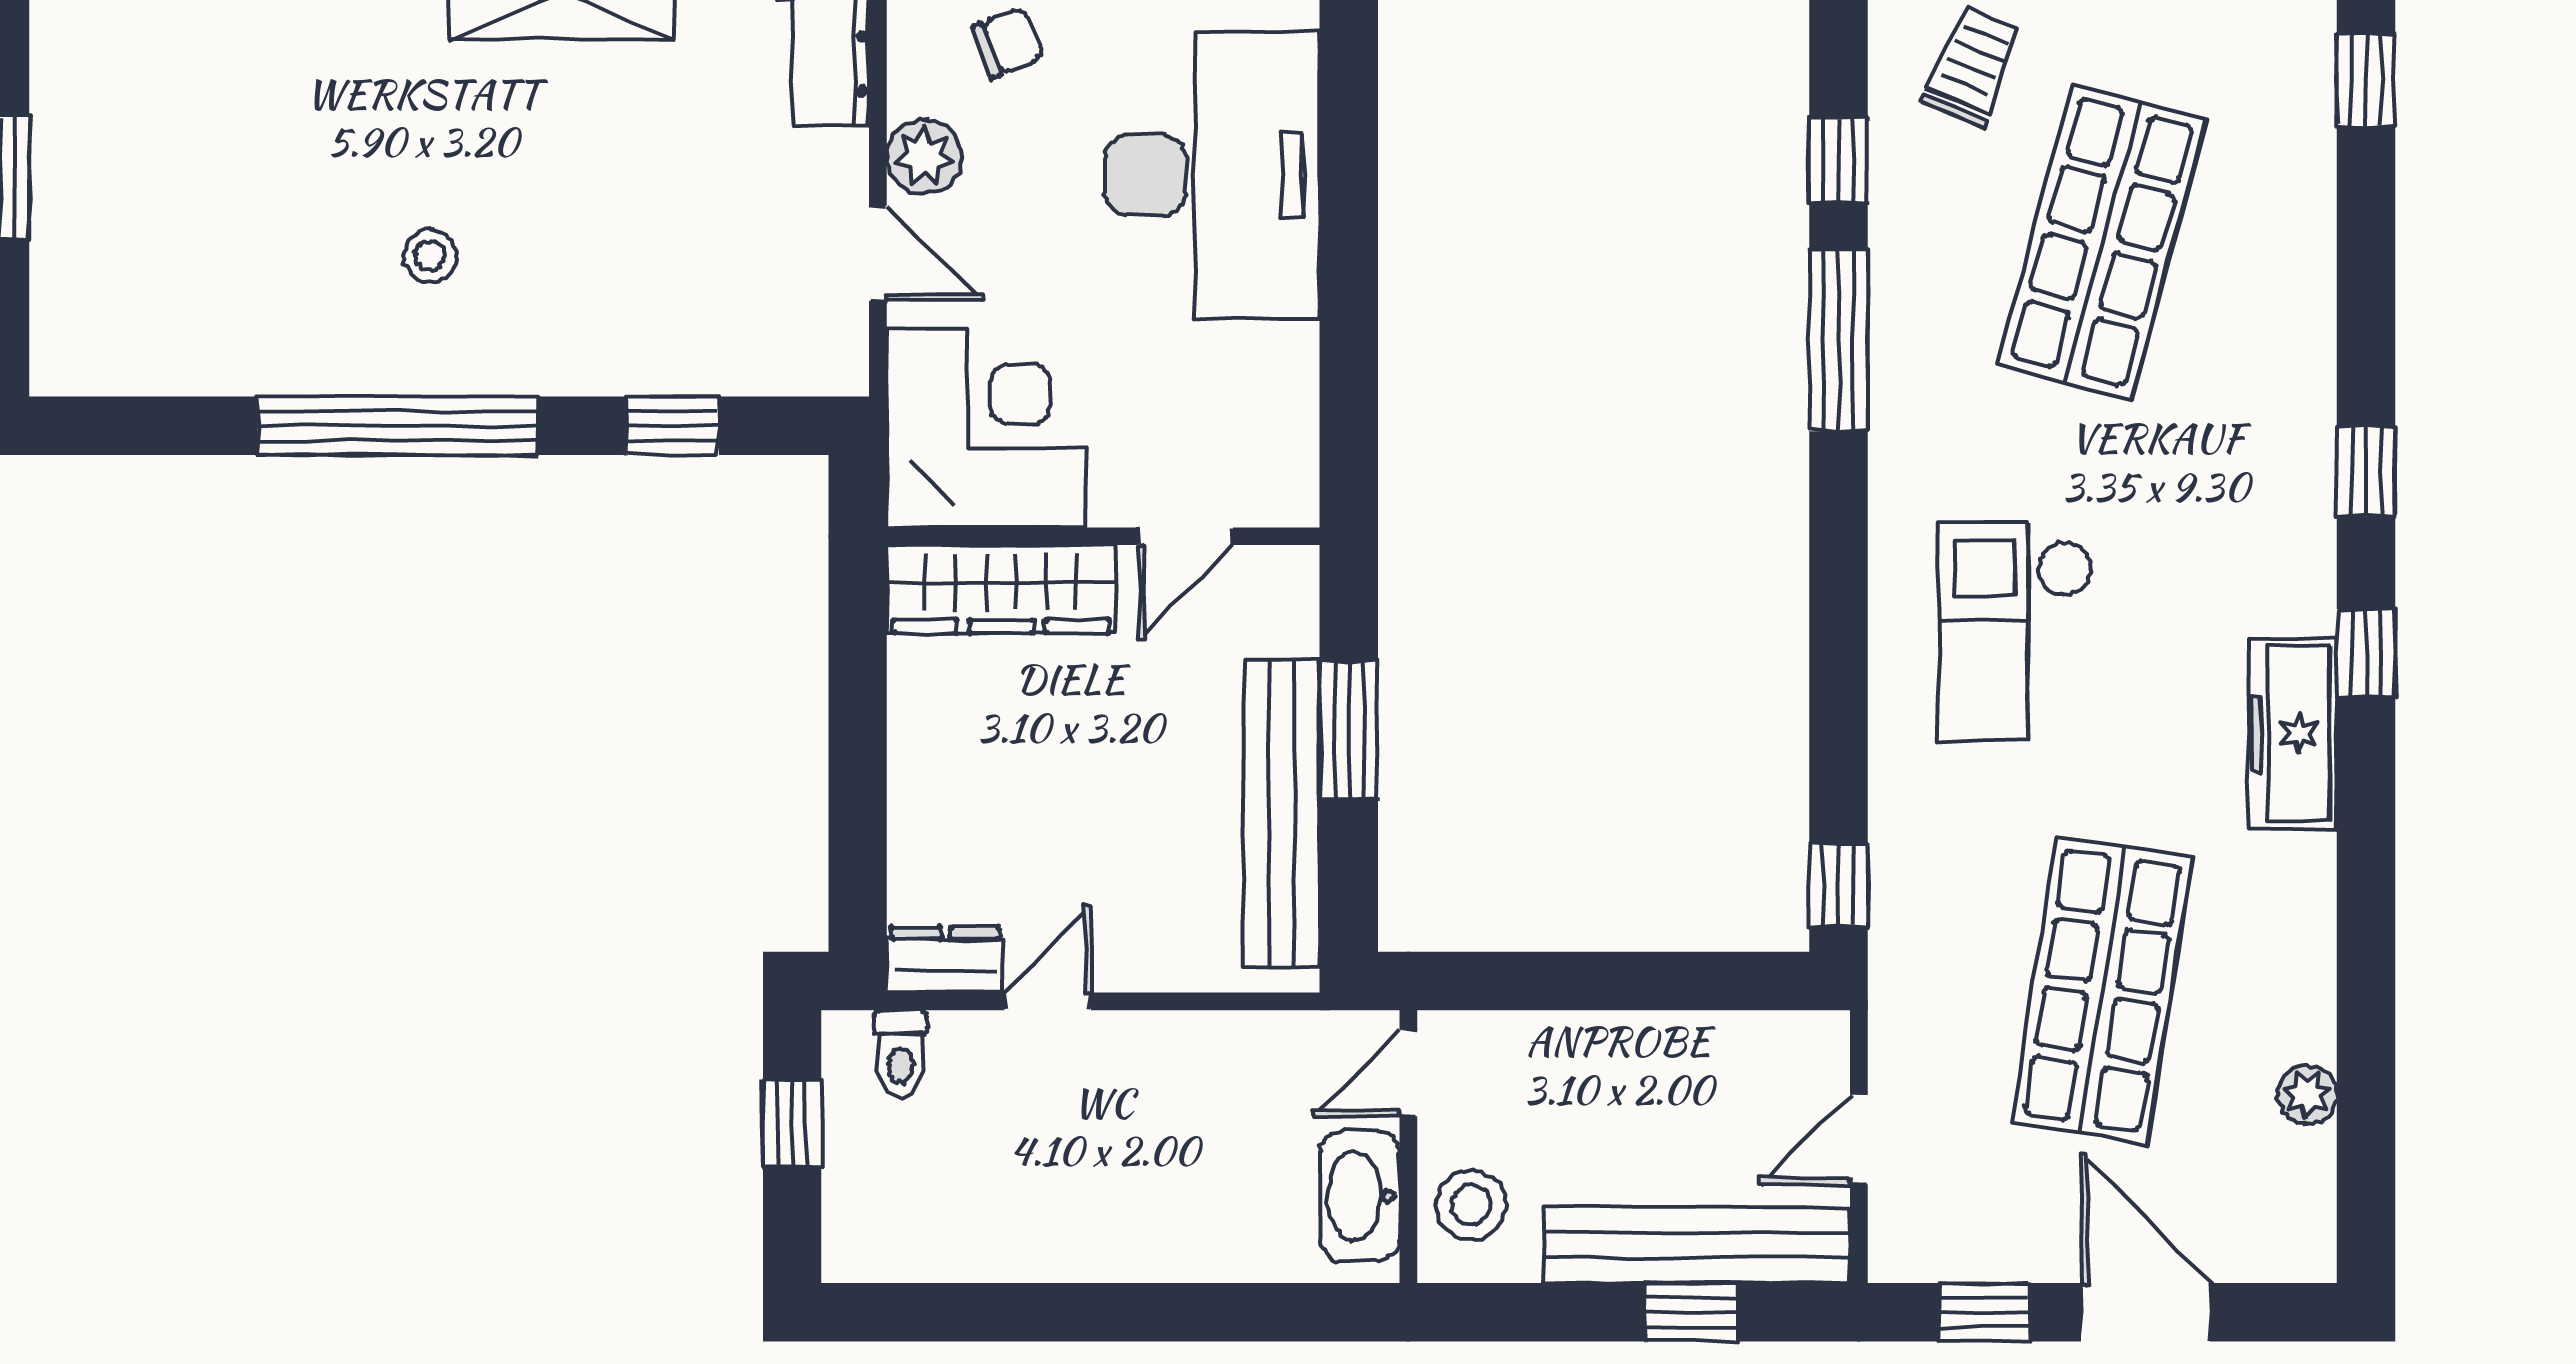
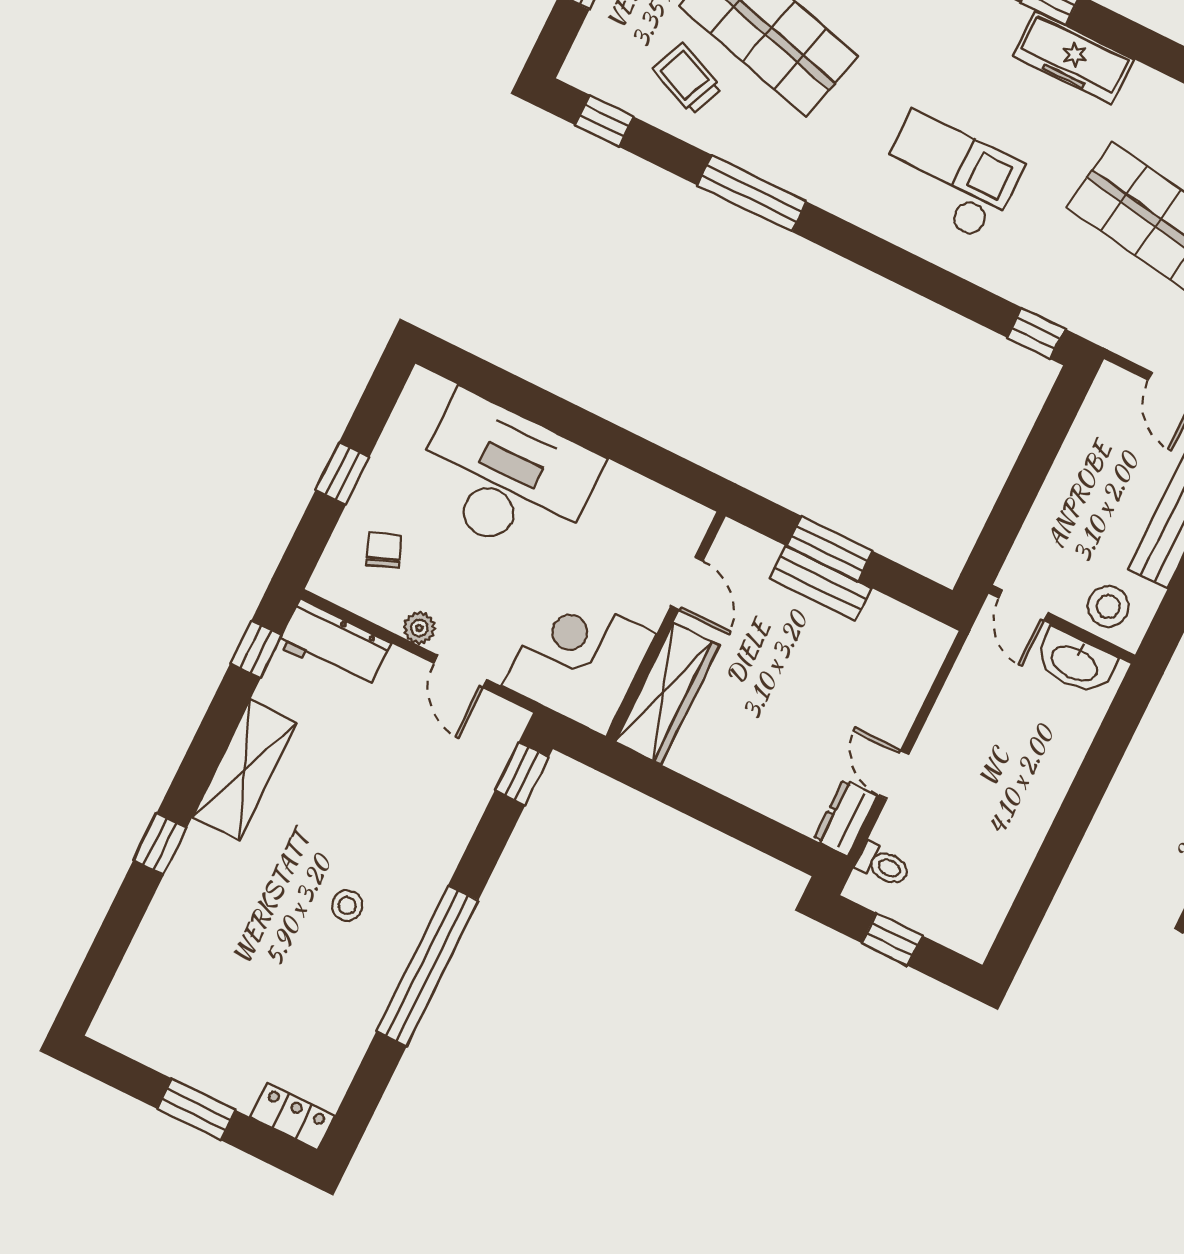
trolley: (1973, 66) -> (687, 78), moved
plant: (924, 156) -> (419, 628), width x0.73, depth x0.73
window: (1839, 161) -> (605, 121), moved
door: (878, 253) -> (461, 672), swing flipped
locker: (62, 332) -> (292, 1116), added
window: (673, 426) -> (522, 774), moved
checkout: (2015, 632) -> (949, 176), turned 180
bench: (1281, 814) -> (820, 583), width x0.54, depth x0.82

